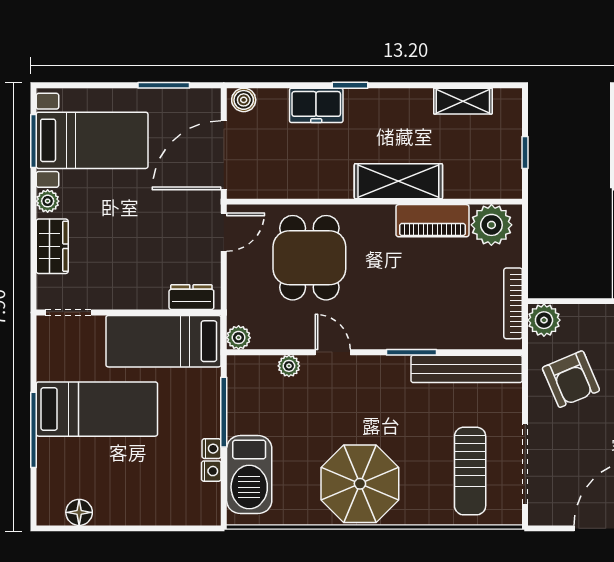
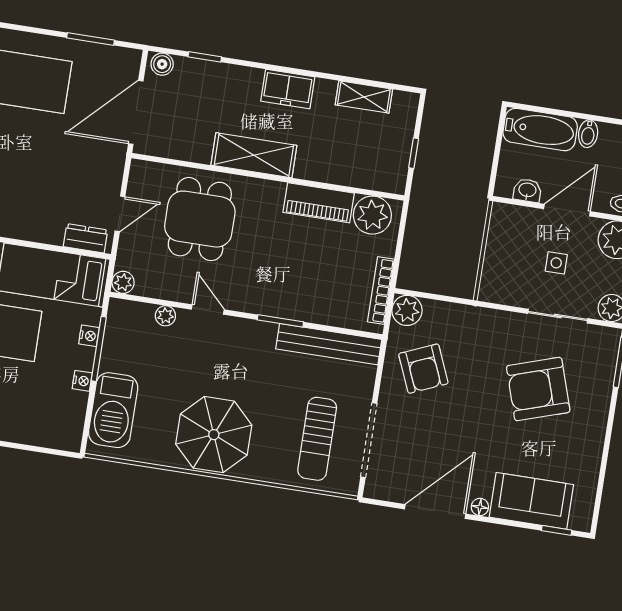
window: (350, 85) -> (205, 57), moved
freezer: (316, 105) -> (288, 89), moved
shelving: (398, 181) -> (254, 155), moved
door: (224, 232) -> (120, 214), moved
nightstand: (211, 471) -> (89, 336), moved

